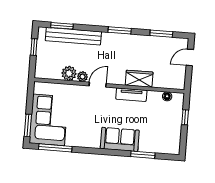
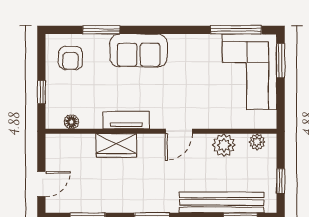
plant: (82, 77) -> (257, 142), moved
armchair: (164, 138) -> (71, 58), added

